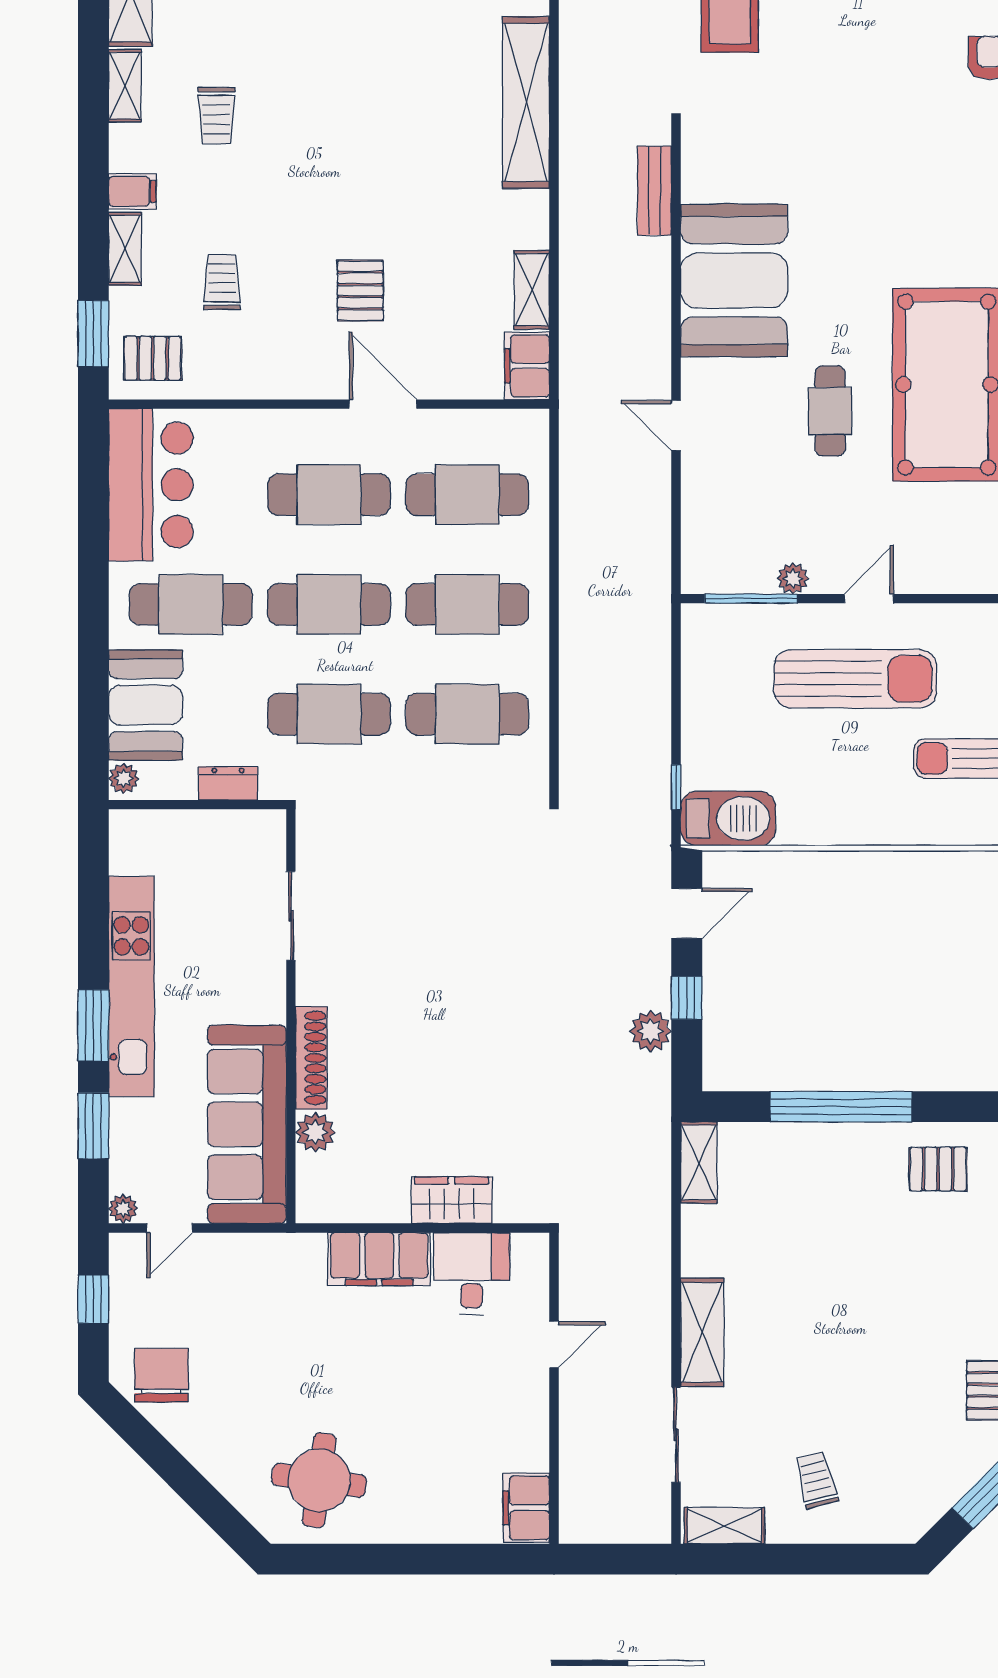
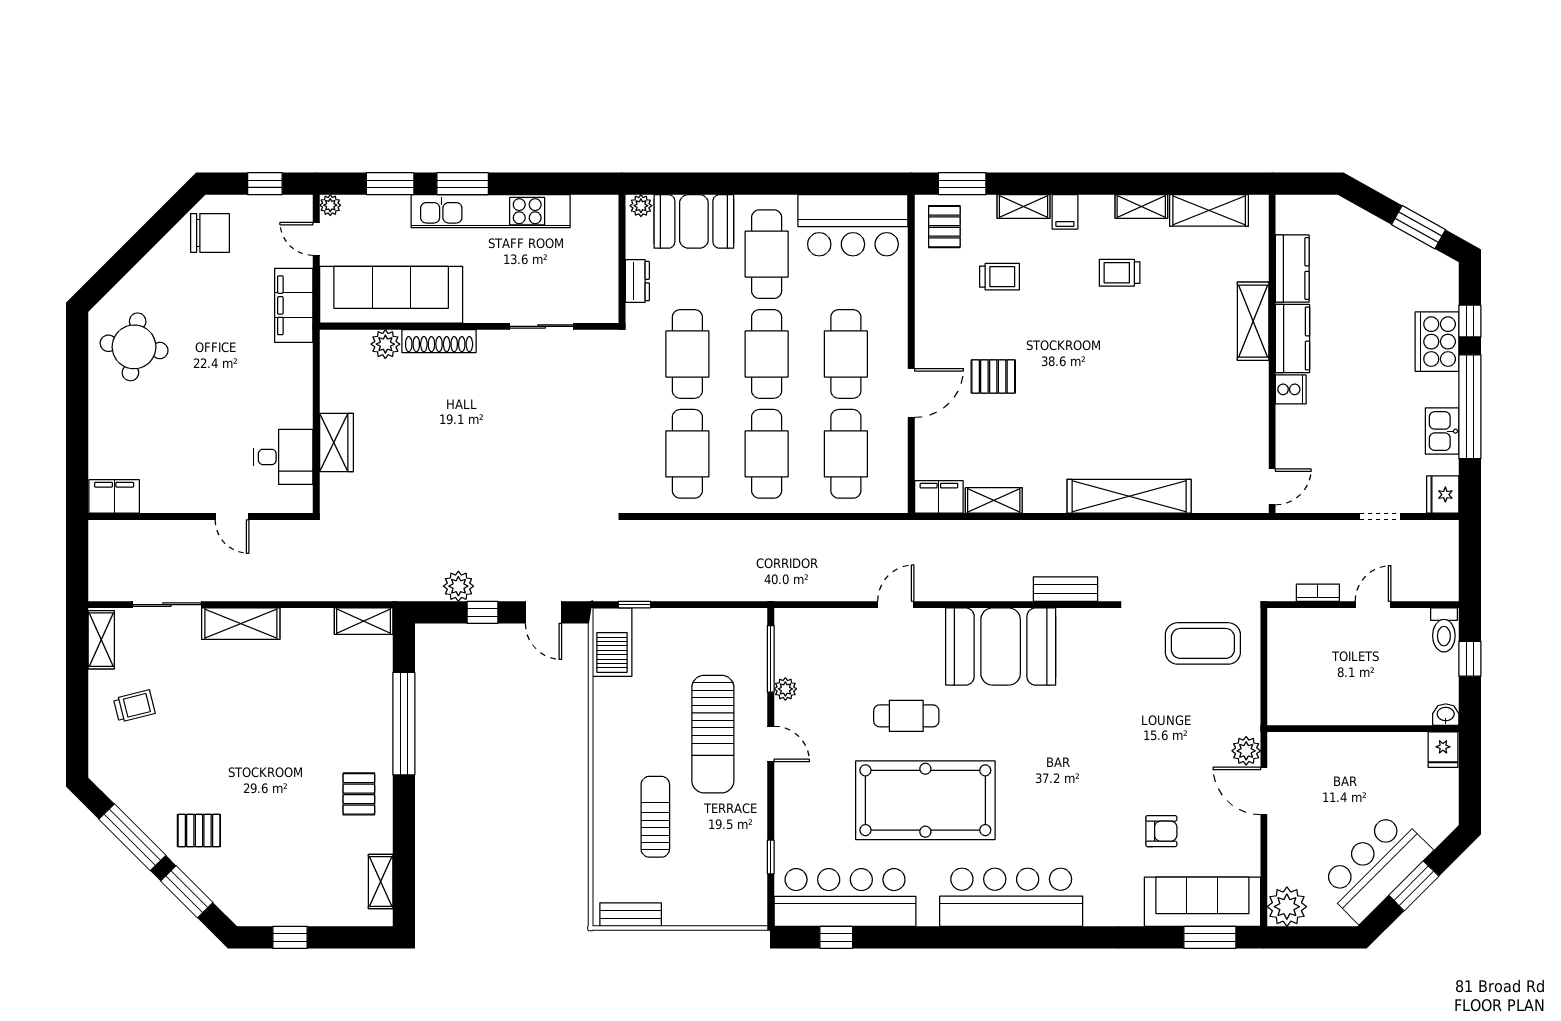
filing cabinet: (379, 1259) -> (294, 305), moved

